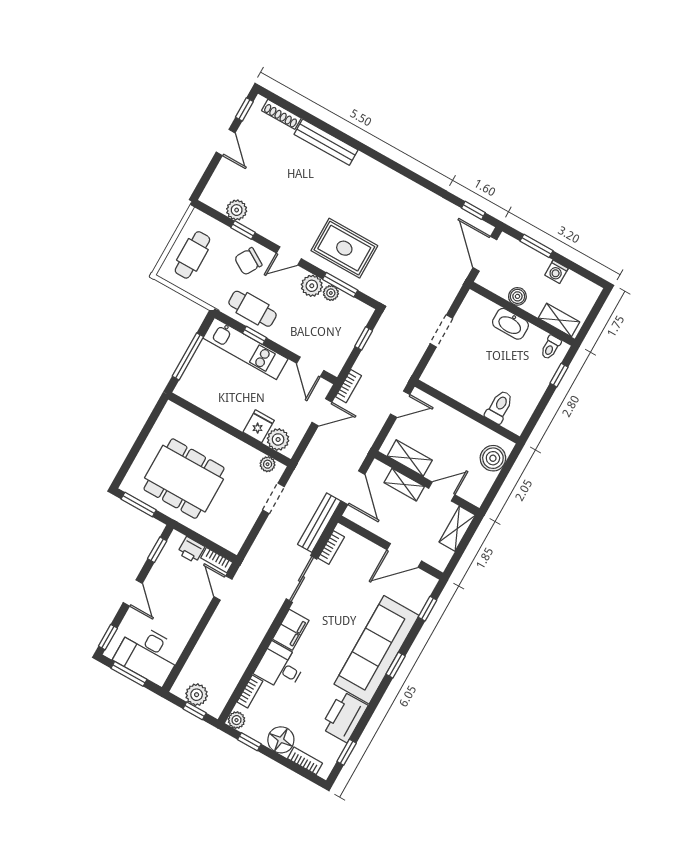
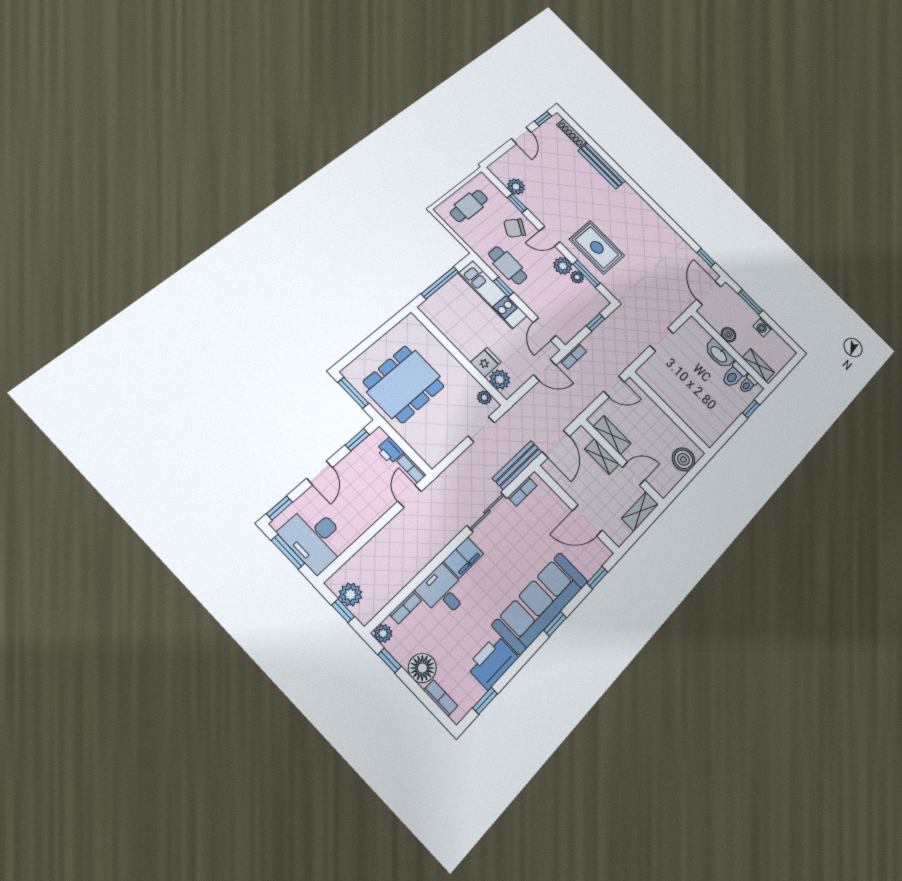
toilet: (499, 407) -> (734, 375), moved, turned 180
dining table: (184, 479) -> (404, 384), turned 90

